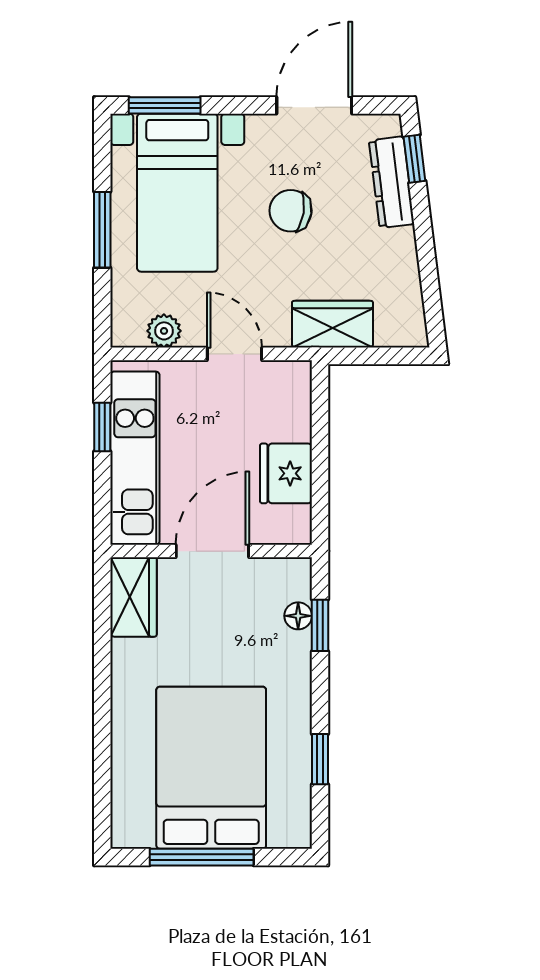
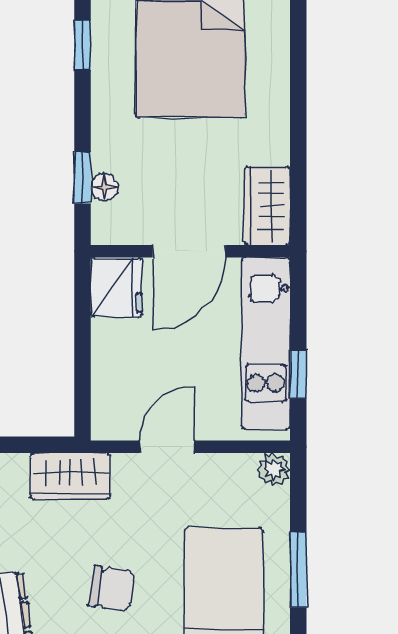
plant: (164, 331) -> (273, 469), moved
door: (234, 354) -> (167, 447), swing flipped
fridge: (286, 473) -> (116, 287), moved

